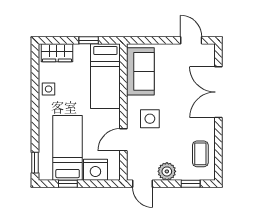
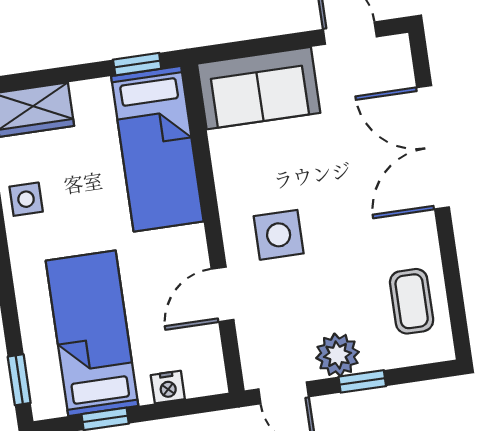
window: (89, 40) -> (137, 64), moved
sofa: (140, 71) -> (259, 88), moved, turned 90
nightstand: (95, 170) -> (168, 387), width x0.53, depth x0.56
window: (191, 184) -> (362, 381), moved

